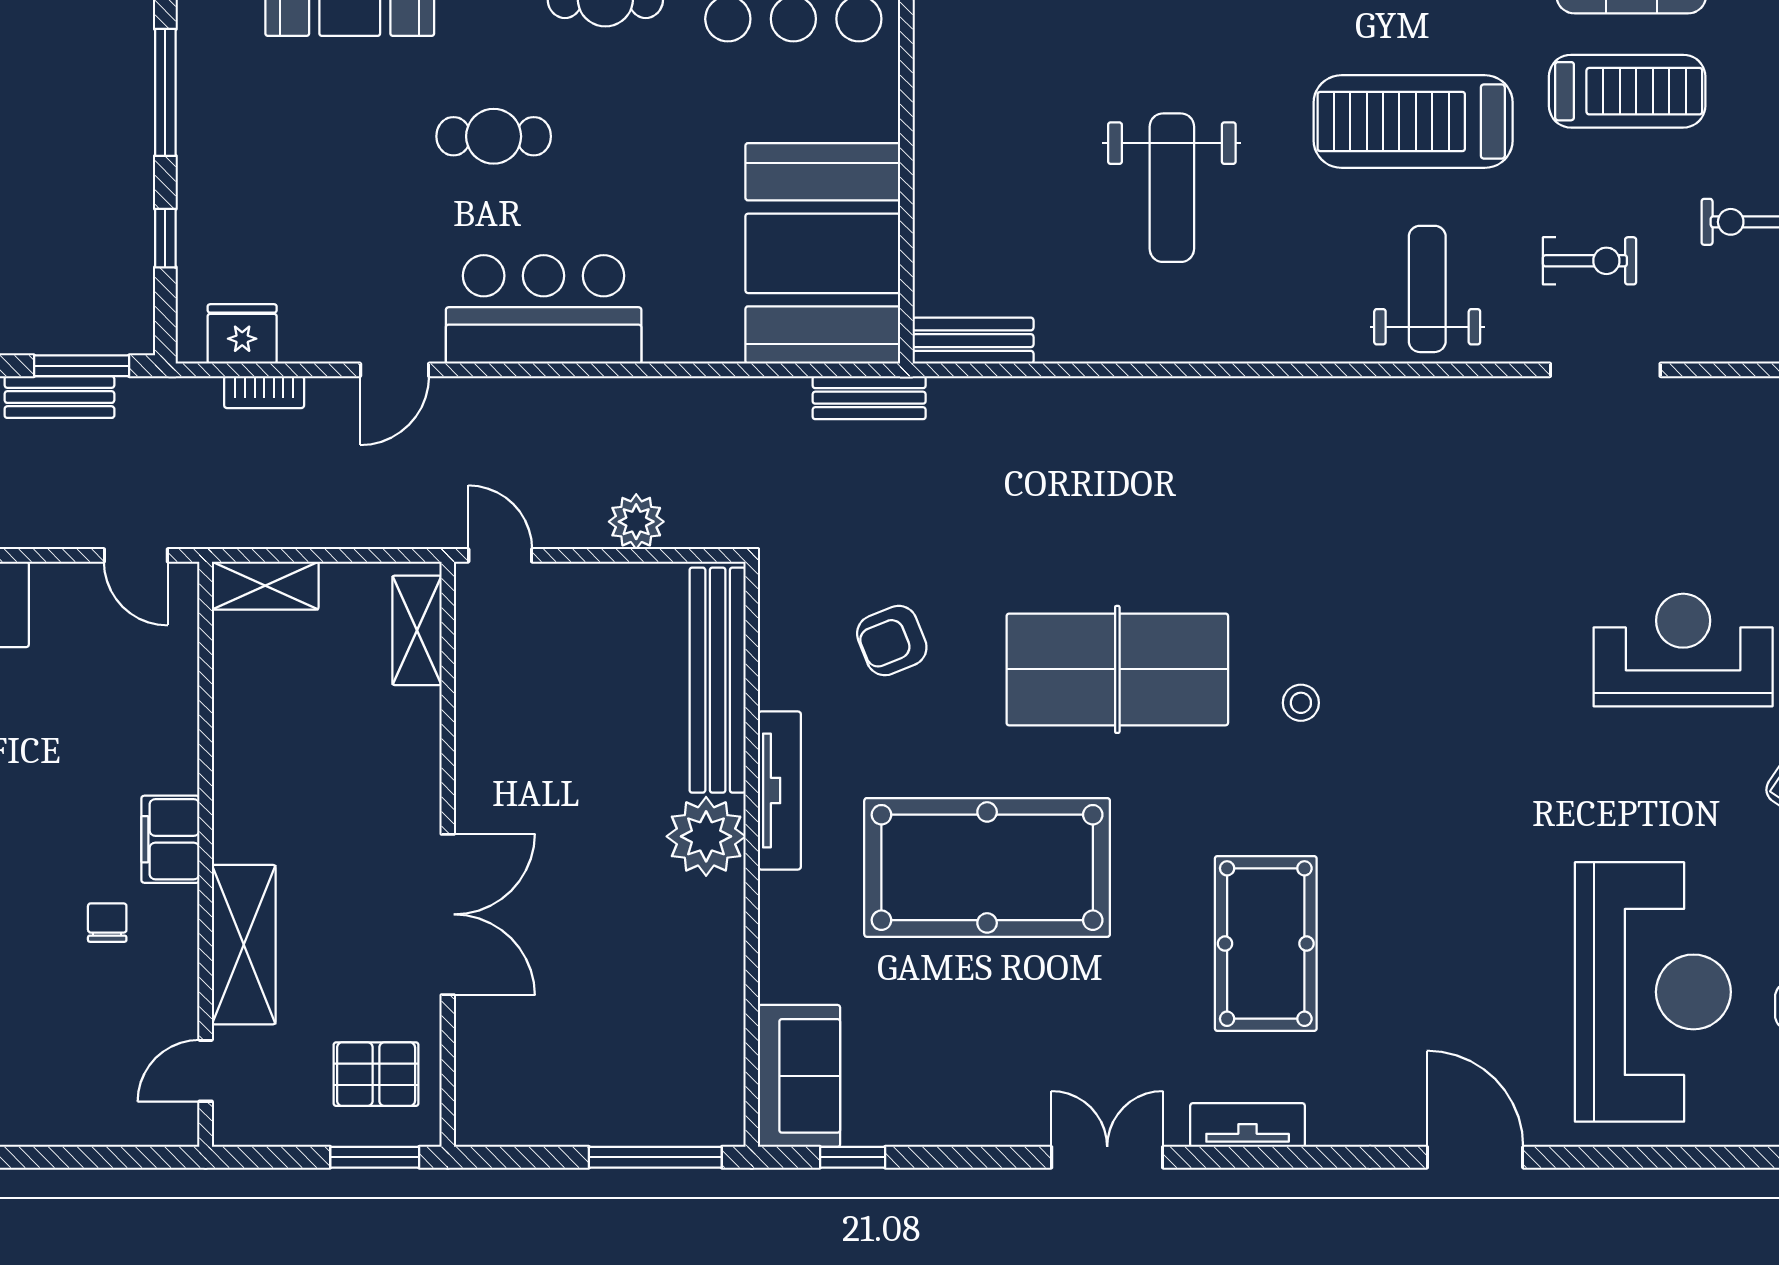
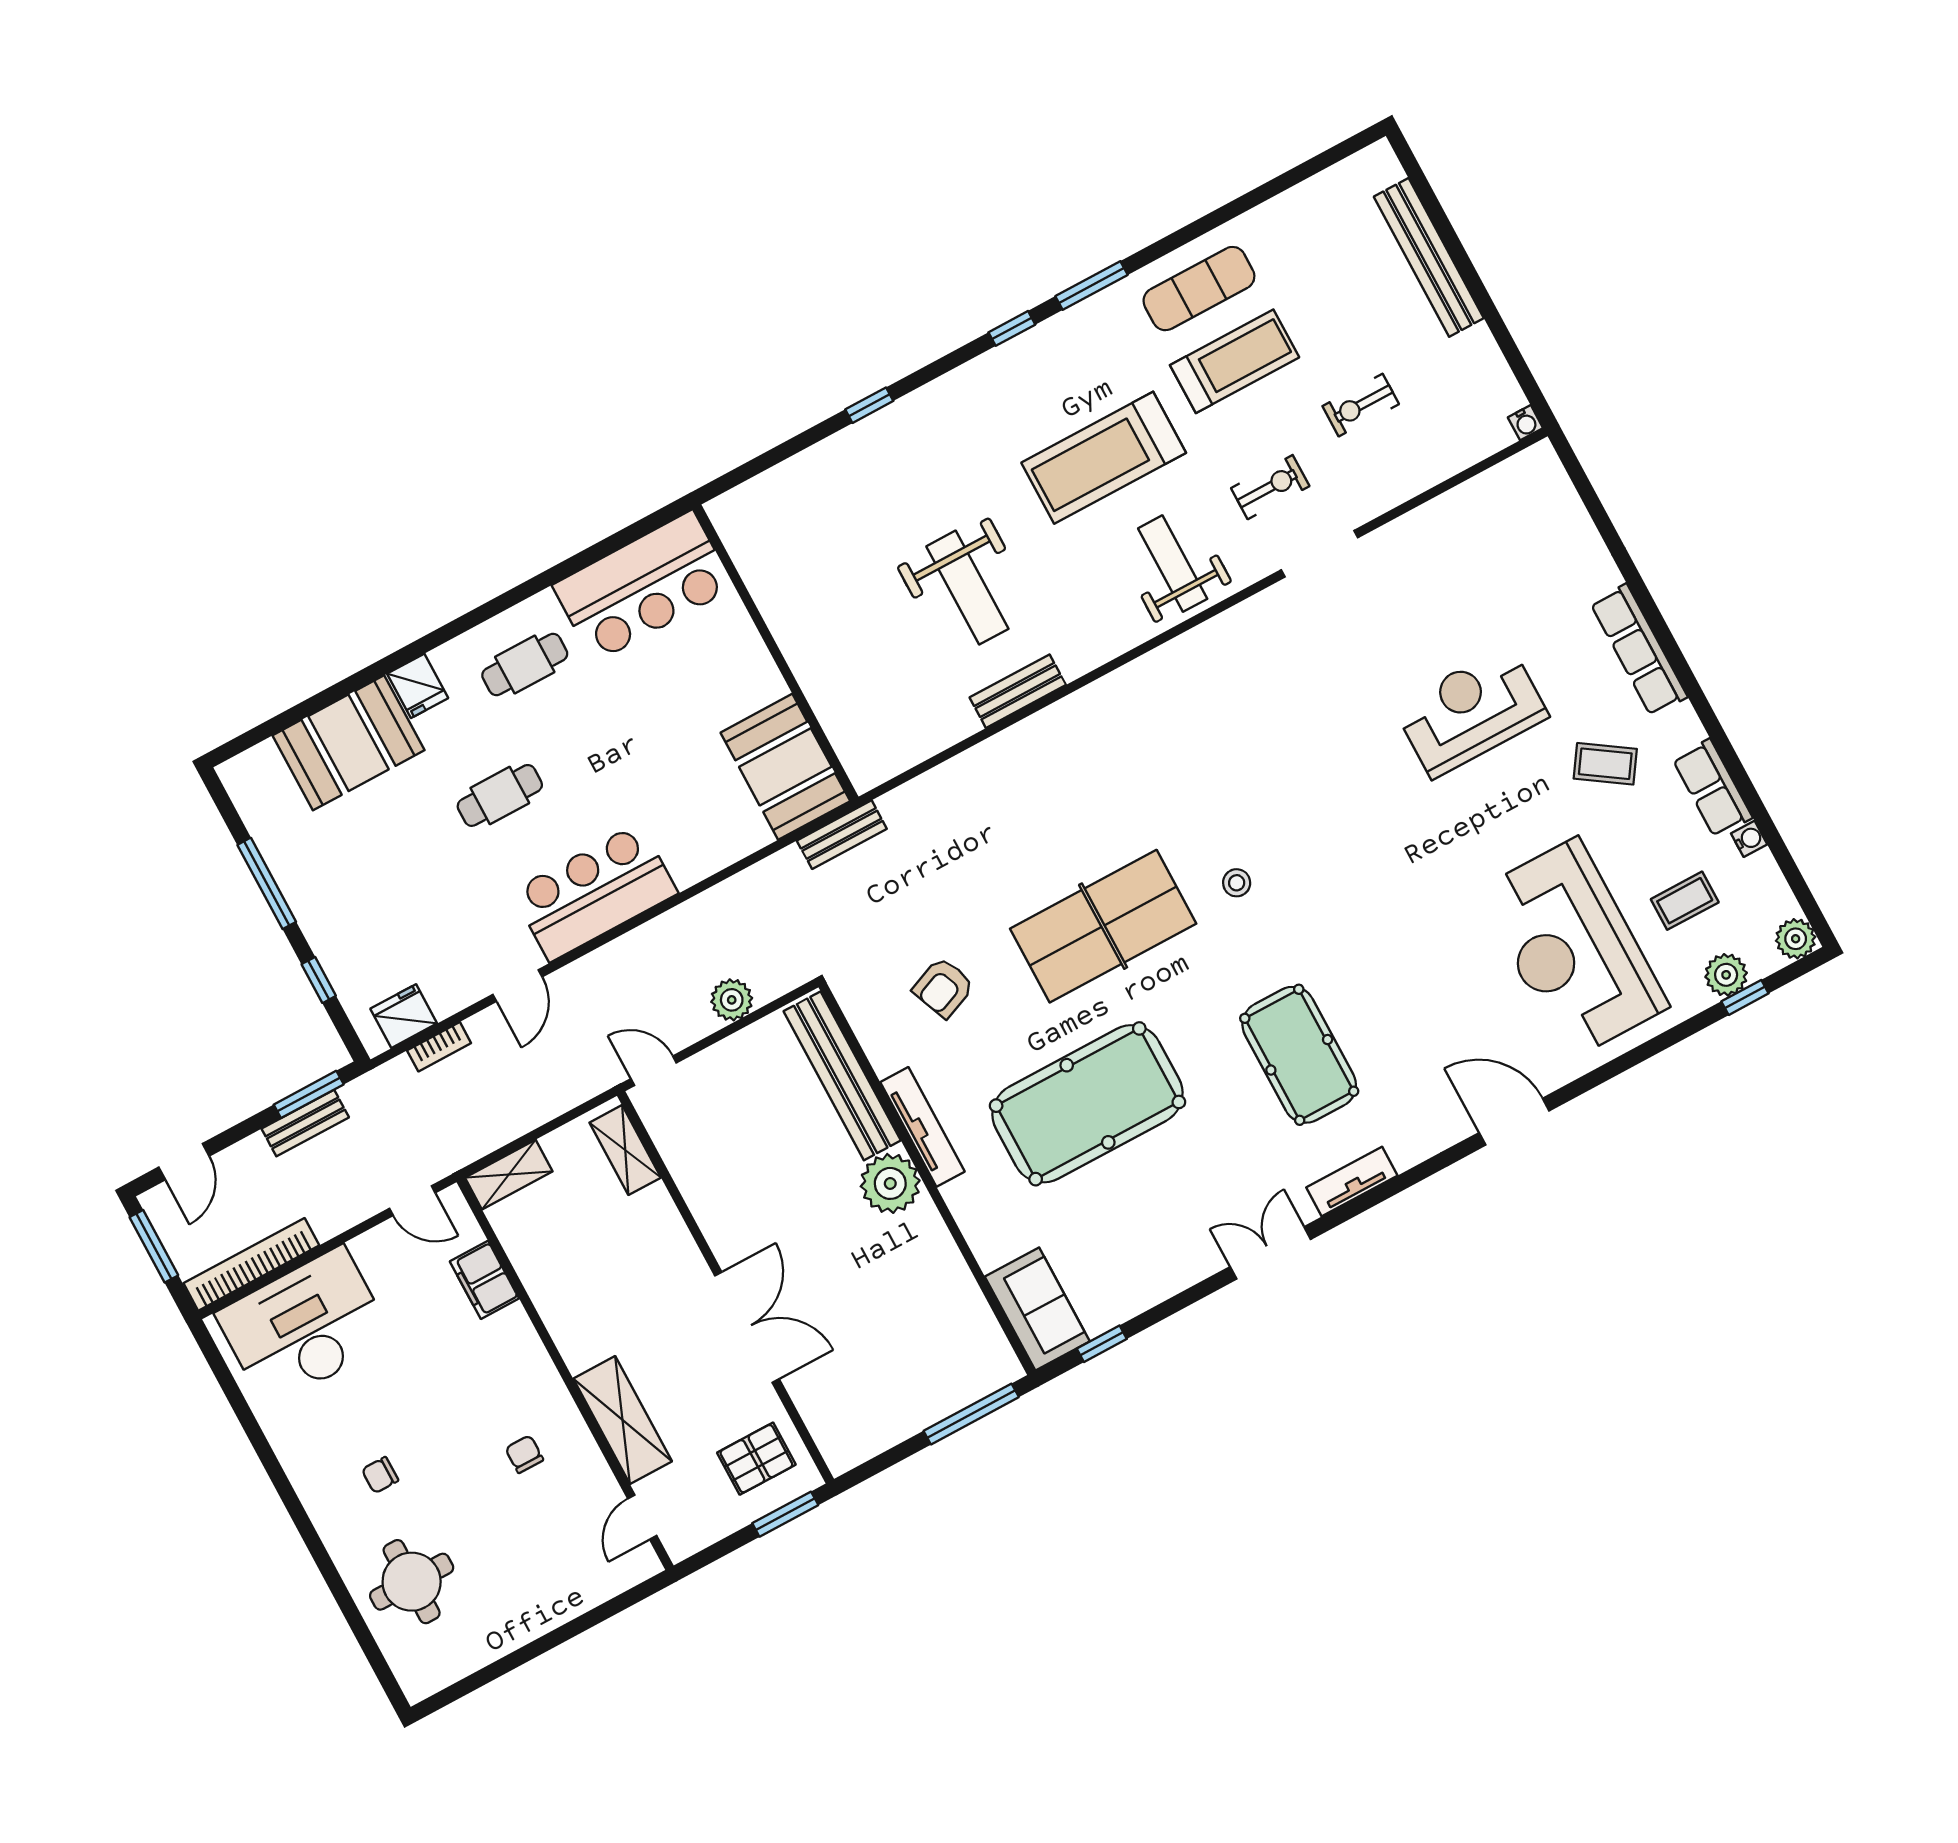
booth: (823, 253) -> (785, 767), width x0.73, depth x0.70
bench: (973, 341) -> (1018, 691), moved
filing cabinet: (170, 839) -> (484, 1280), moved
reception desk: (1653, 992) -> (1573, 949), turned 180

